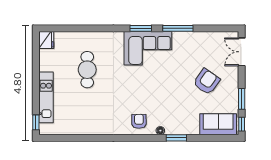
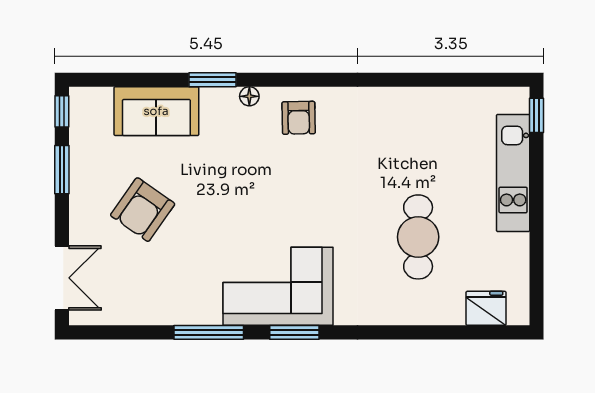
fridge: (46, 40) -> (486, 308), moved, turned 90
sofa: (218, 124) -> (156, 111), moved

